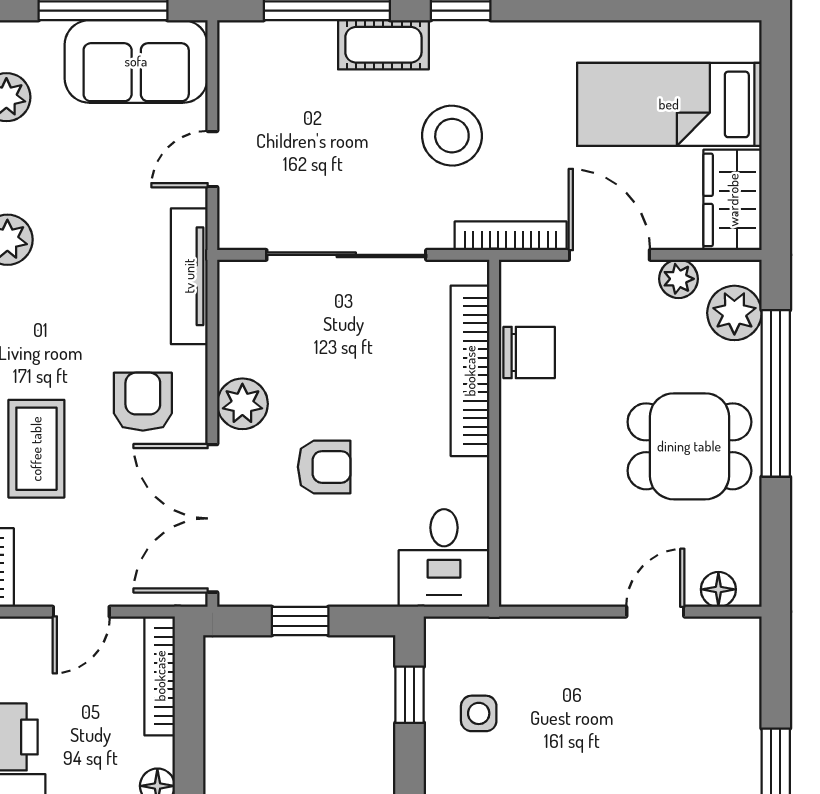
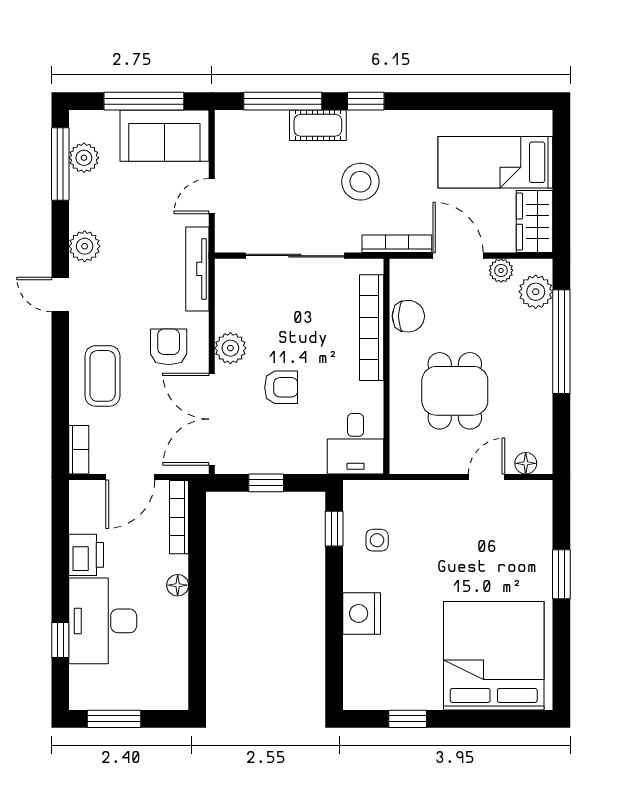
dining table: (689, 446) -> (455, 391), moved, turned 90
door: (81, 612) -> (130, 477), width x1.38

